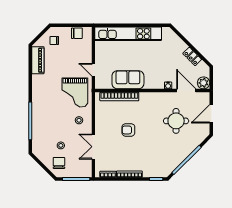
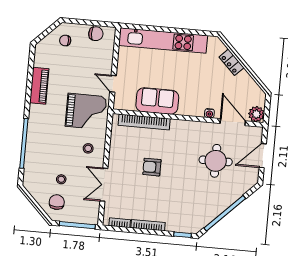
locker: (192, 56) -> (231, 62), moved
piano: (38, 60) -> (39, 86), moved
grand piano: (75, 93) -> (86, 111), turned -90

